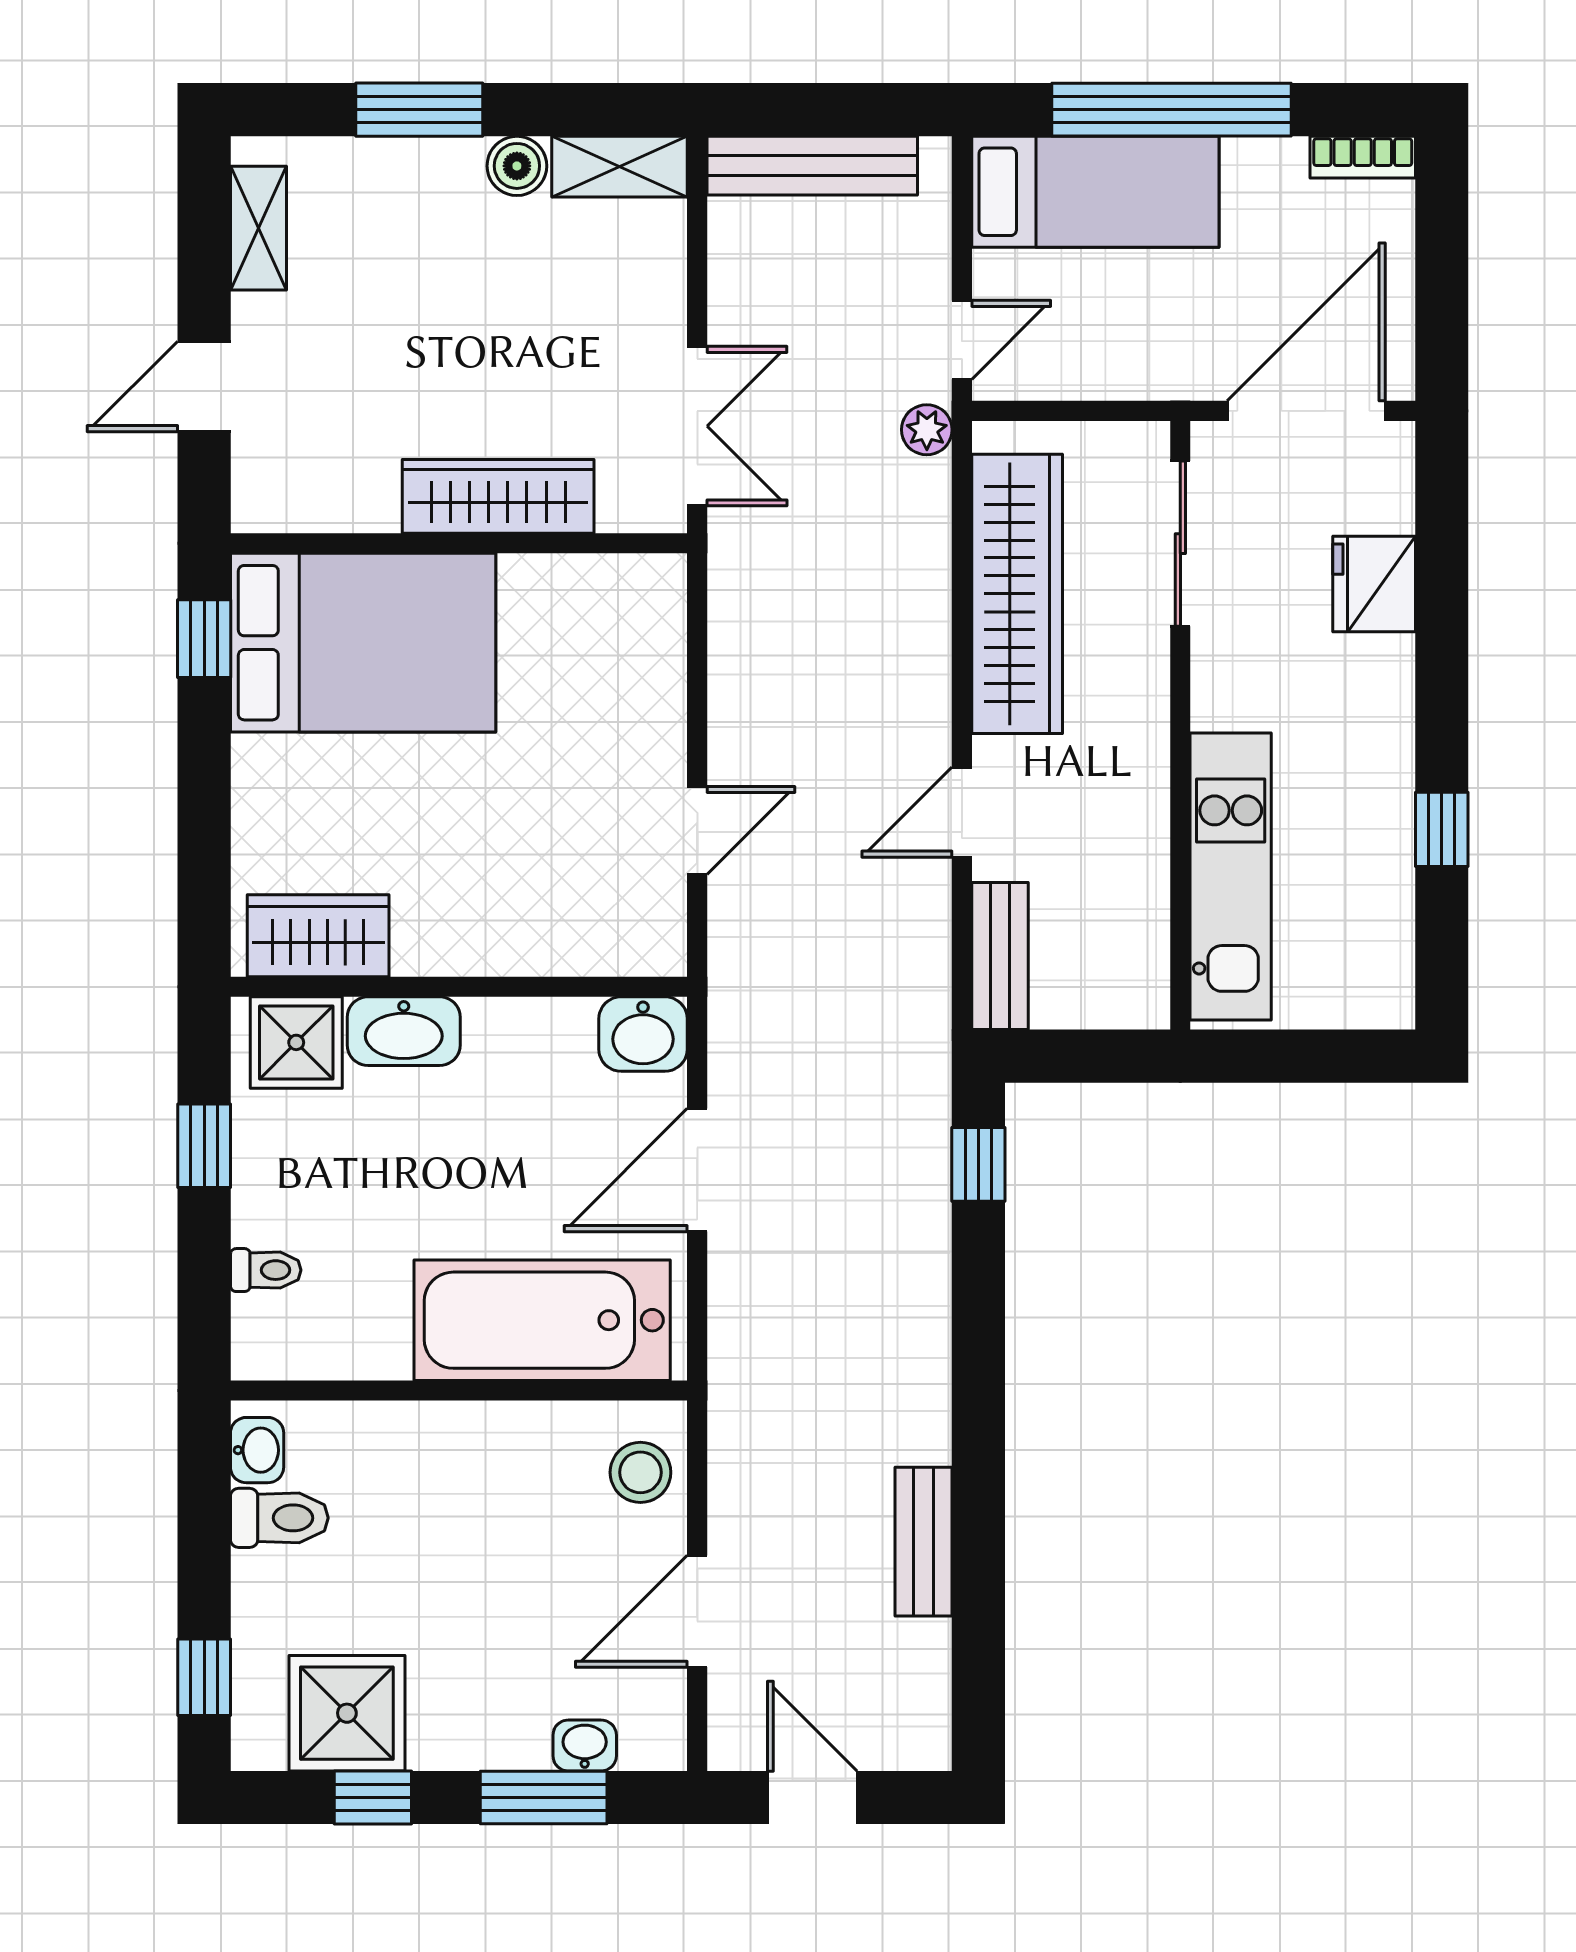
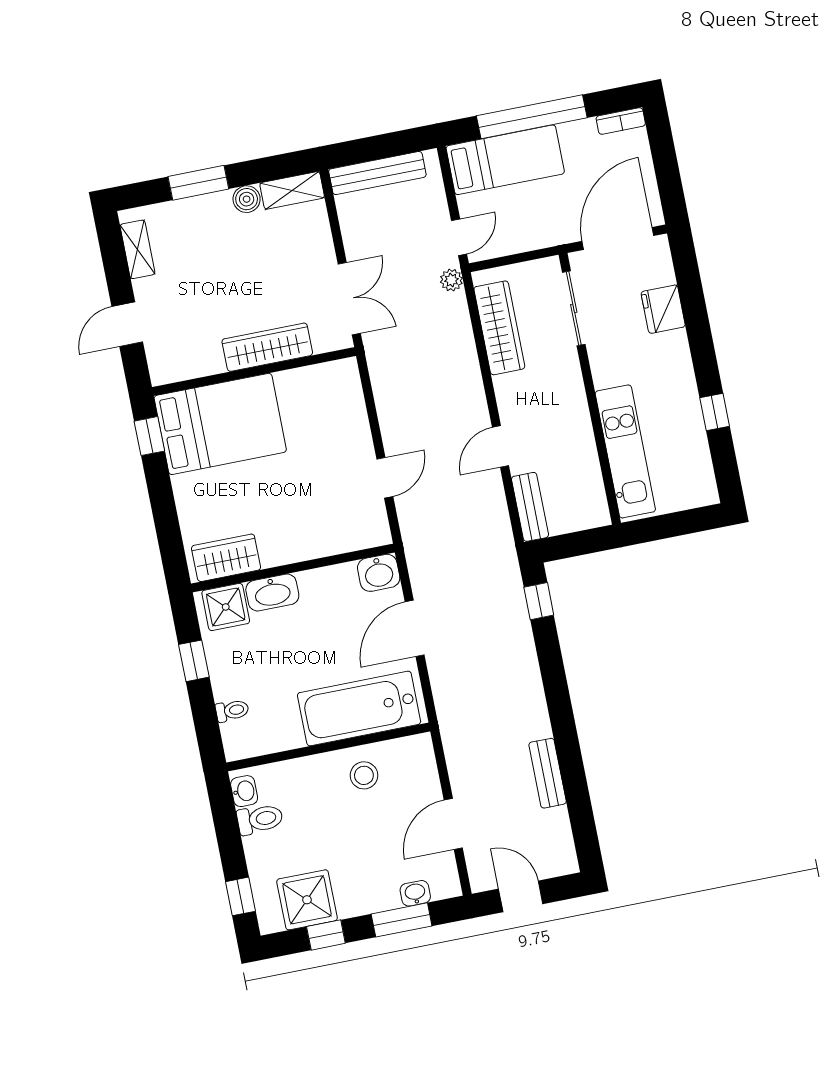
wardrobe: (1017, 594) -> (499, 328), width x0.71, depth x0.85
stool: (640, 1472) -> (364, 775), moved

